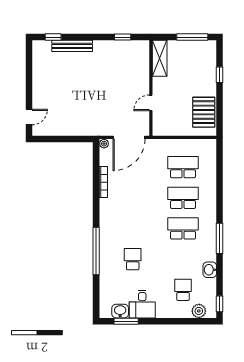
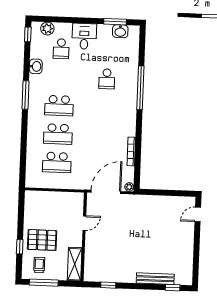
trolley: (198, 56) -> (39, 265), added
pallet: (204, 112) -> (42, 240), moved, turned 90
desk: (142, 304) -> (84, 36), moved

